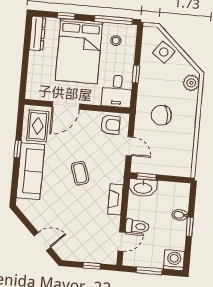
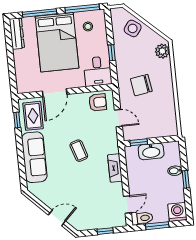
window: (66, 16) -> (39, 13), width x2.17
window: (18, 149) -> (17, 120), moved
washbasin: (143, 188) -> (151, 151), moved
toilet: (137, 226) -> (142, 218), moved

